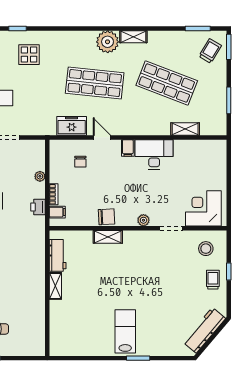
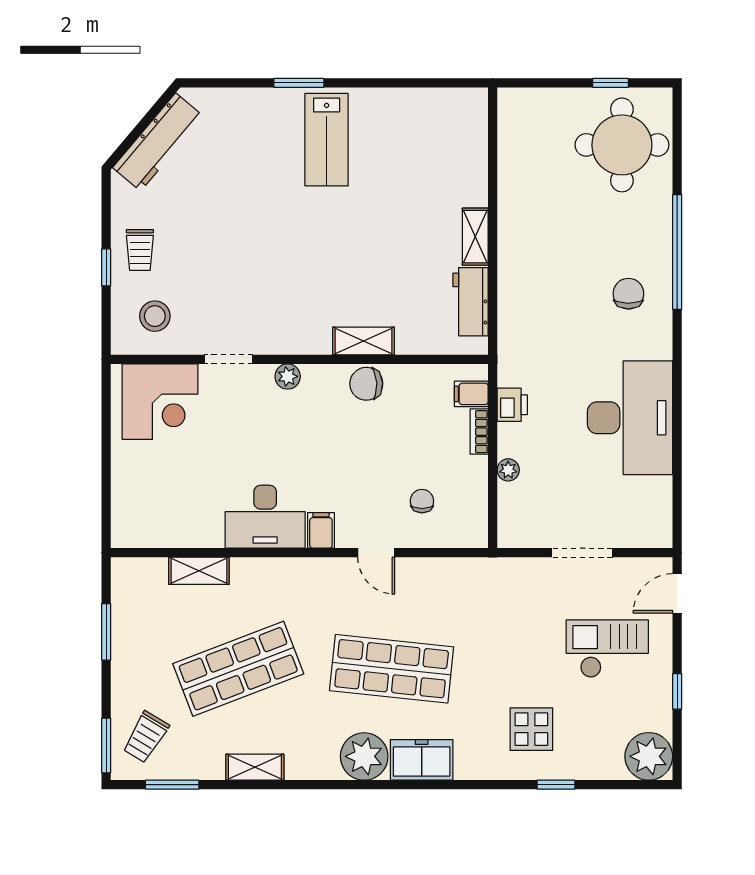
shelving: (133, 37) -> (255, 767), moved
shop shelf: (167, 83) -> (238, 669), turned -42
freezer: (72, 126) -> (422, 760), moved, turned 180

